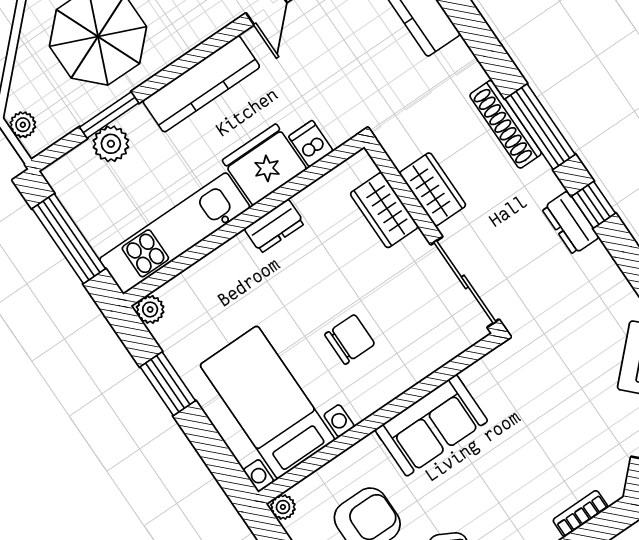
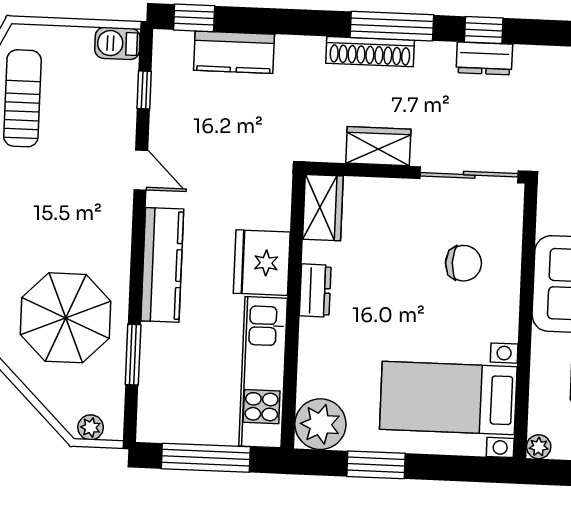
plant: (111, 144) -> (156, 370), removed
dishwasher: (311, 144) -> (272, 214), removed
wardrobe: (384, 210) -> (323, 208), moved, turned -90
plant: (150, 309) -> (320, 424), width x1.88, depth x1.88
chair: (350, 339) -> (463, 263), moved, turned 90

